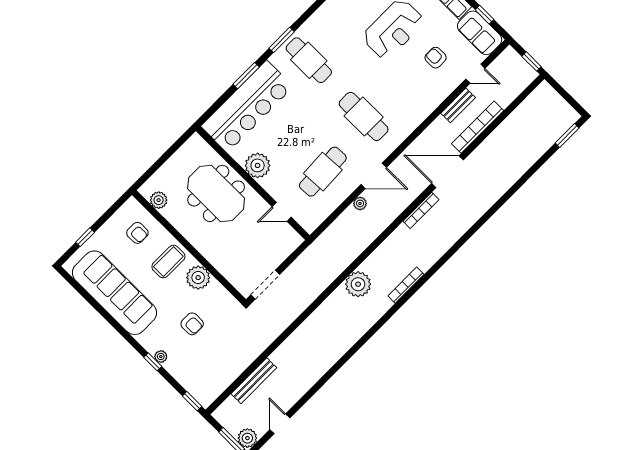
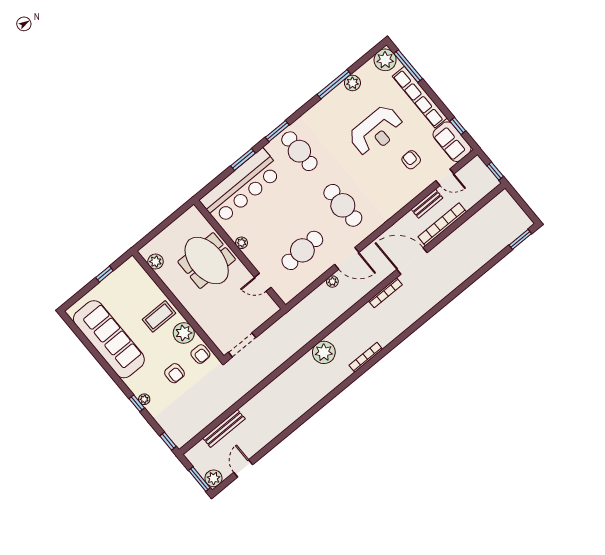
plant: (258, 165) -> (241, 243), width x0.53, depth x0.53
armchair: (137, 233) -> (200, 354), moved
window: (85, 237) -> (104, 274), moved

